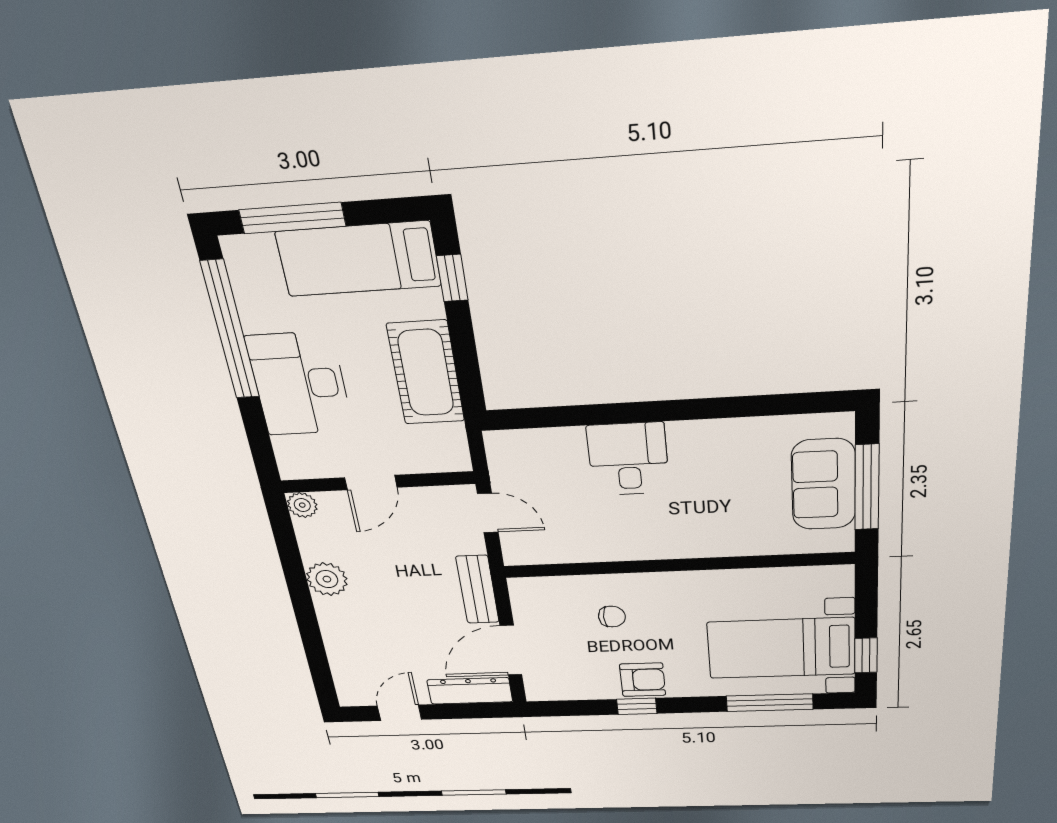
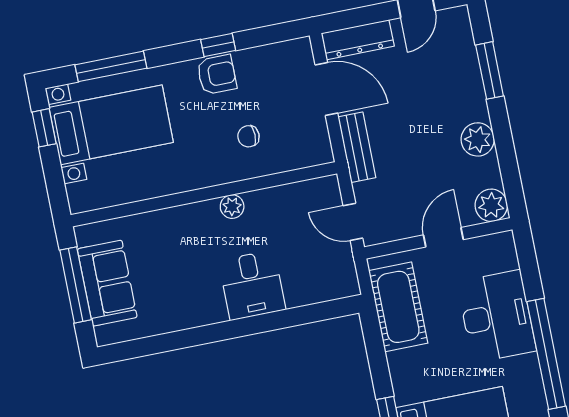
cot: (426, 373) -> (398, 307), moved
plant: (302, 505) -> (491, 205), width x1.38, depth x1.38
plant: (643, 548) -> (232, 207), added
window: (313, 644) -> (490, 70), added
door: (511, 650) -> (326, 89), hinge flipped
armchair: (643, 680) -> (217, 75), turned 180

